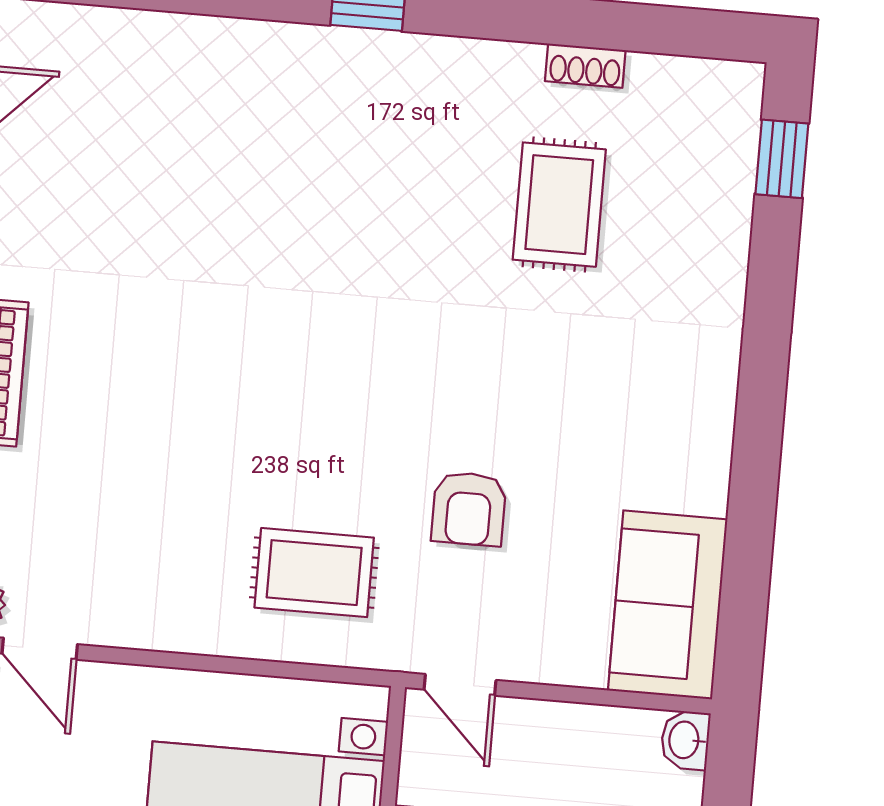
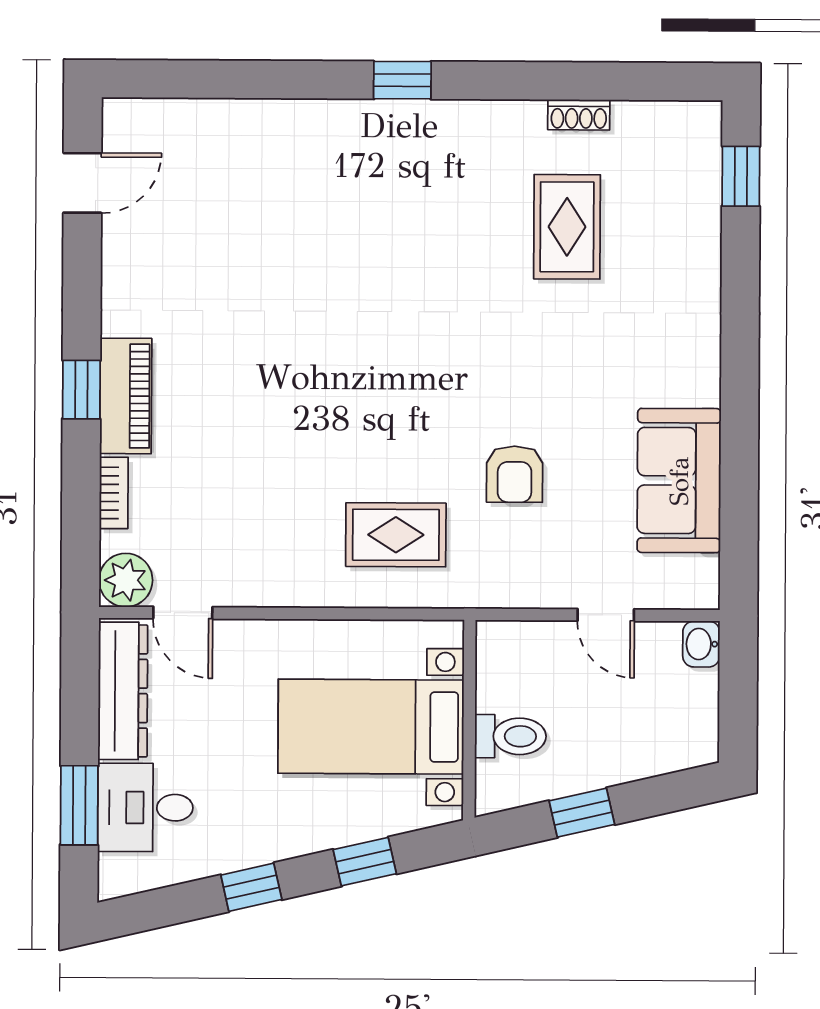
sofa: (668, 605) -> (679, 481), moved
door: (460, 685) -> (606, 615), moved

